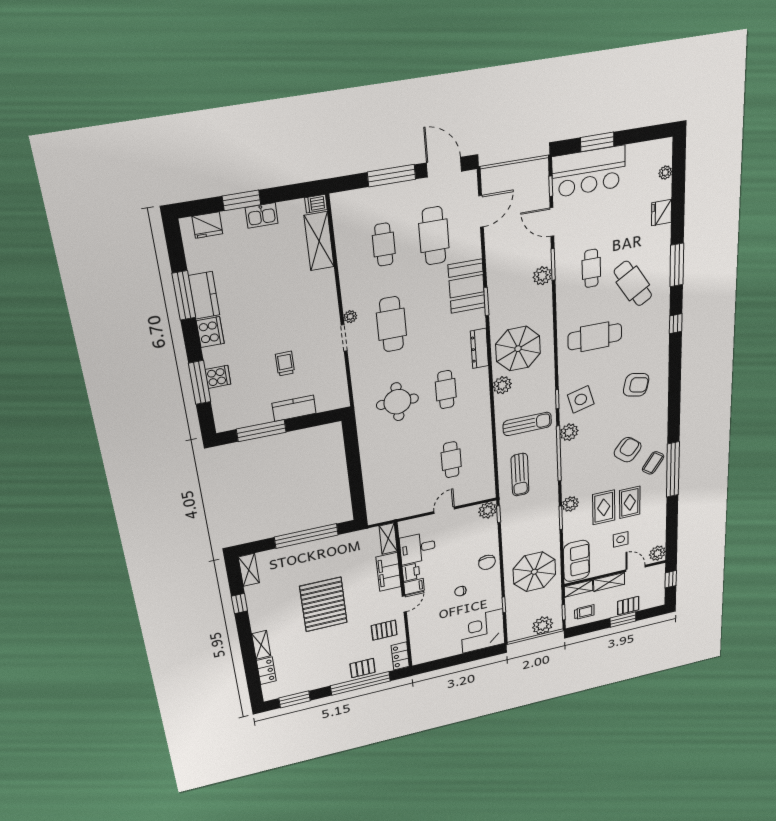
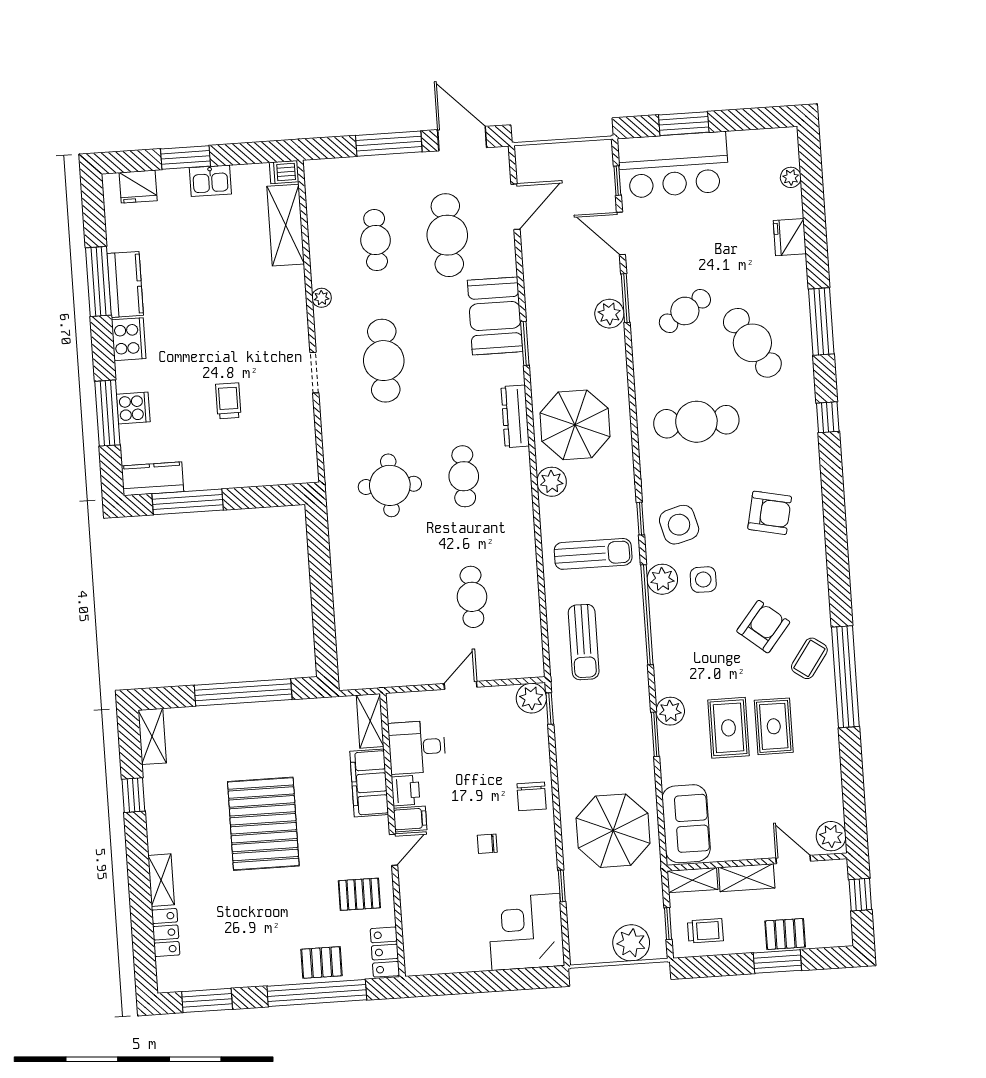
cafe table: (591, 268) -> (685, 311), turned 57
plant: (350, 317) -> (322, 298), moved
kitchen counter: (294, 408) -> (152, 479), moved
side table: (621, 539) -> (703, 580), moved

